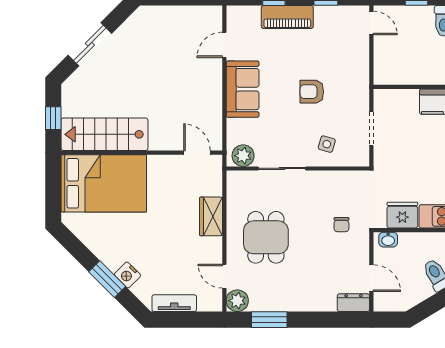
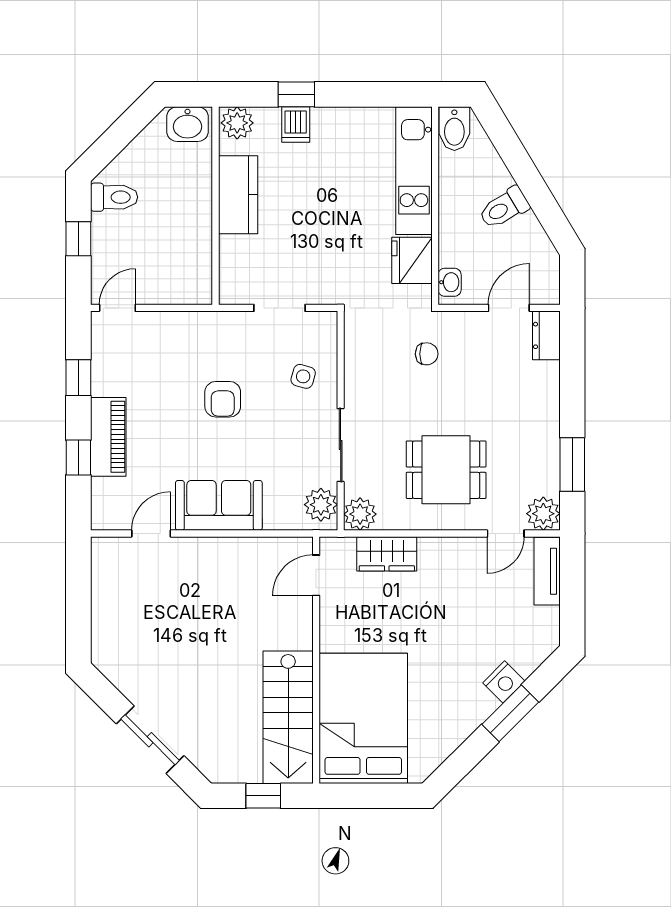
door: (224, 45) -> (151, 533), swing flipped
plant: (237, 181) -> (360, 514), added
wardrobe: (211, 216) -> (387, 554), moved
tv unit: (174, 303) -> (547, 571), moved

